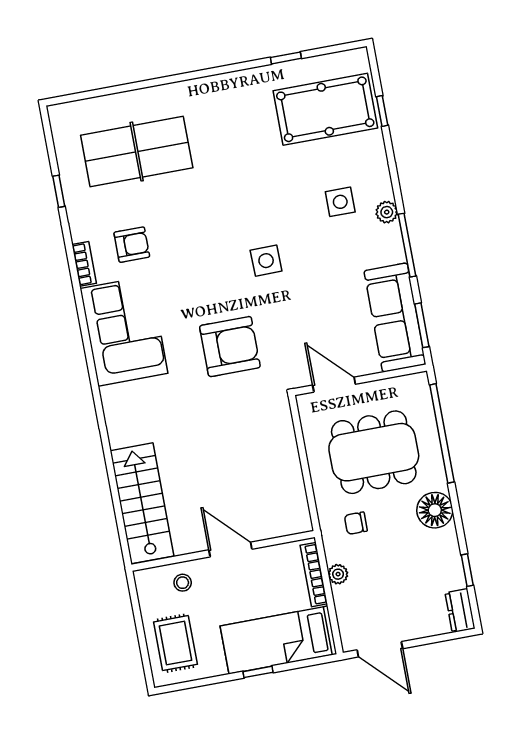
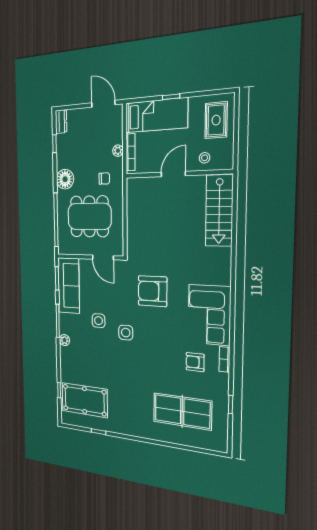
side table: (340, 202) -> (99, 321), moved
door: (230, 550) -> (173, 174), swing flipped

